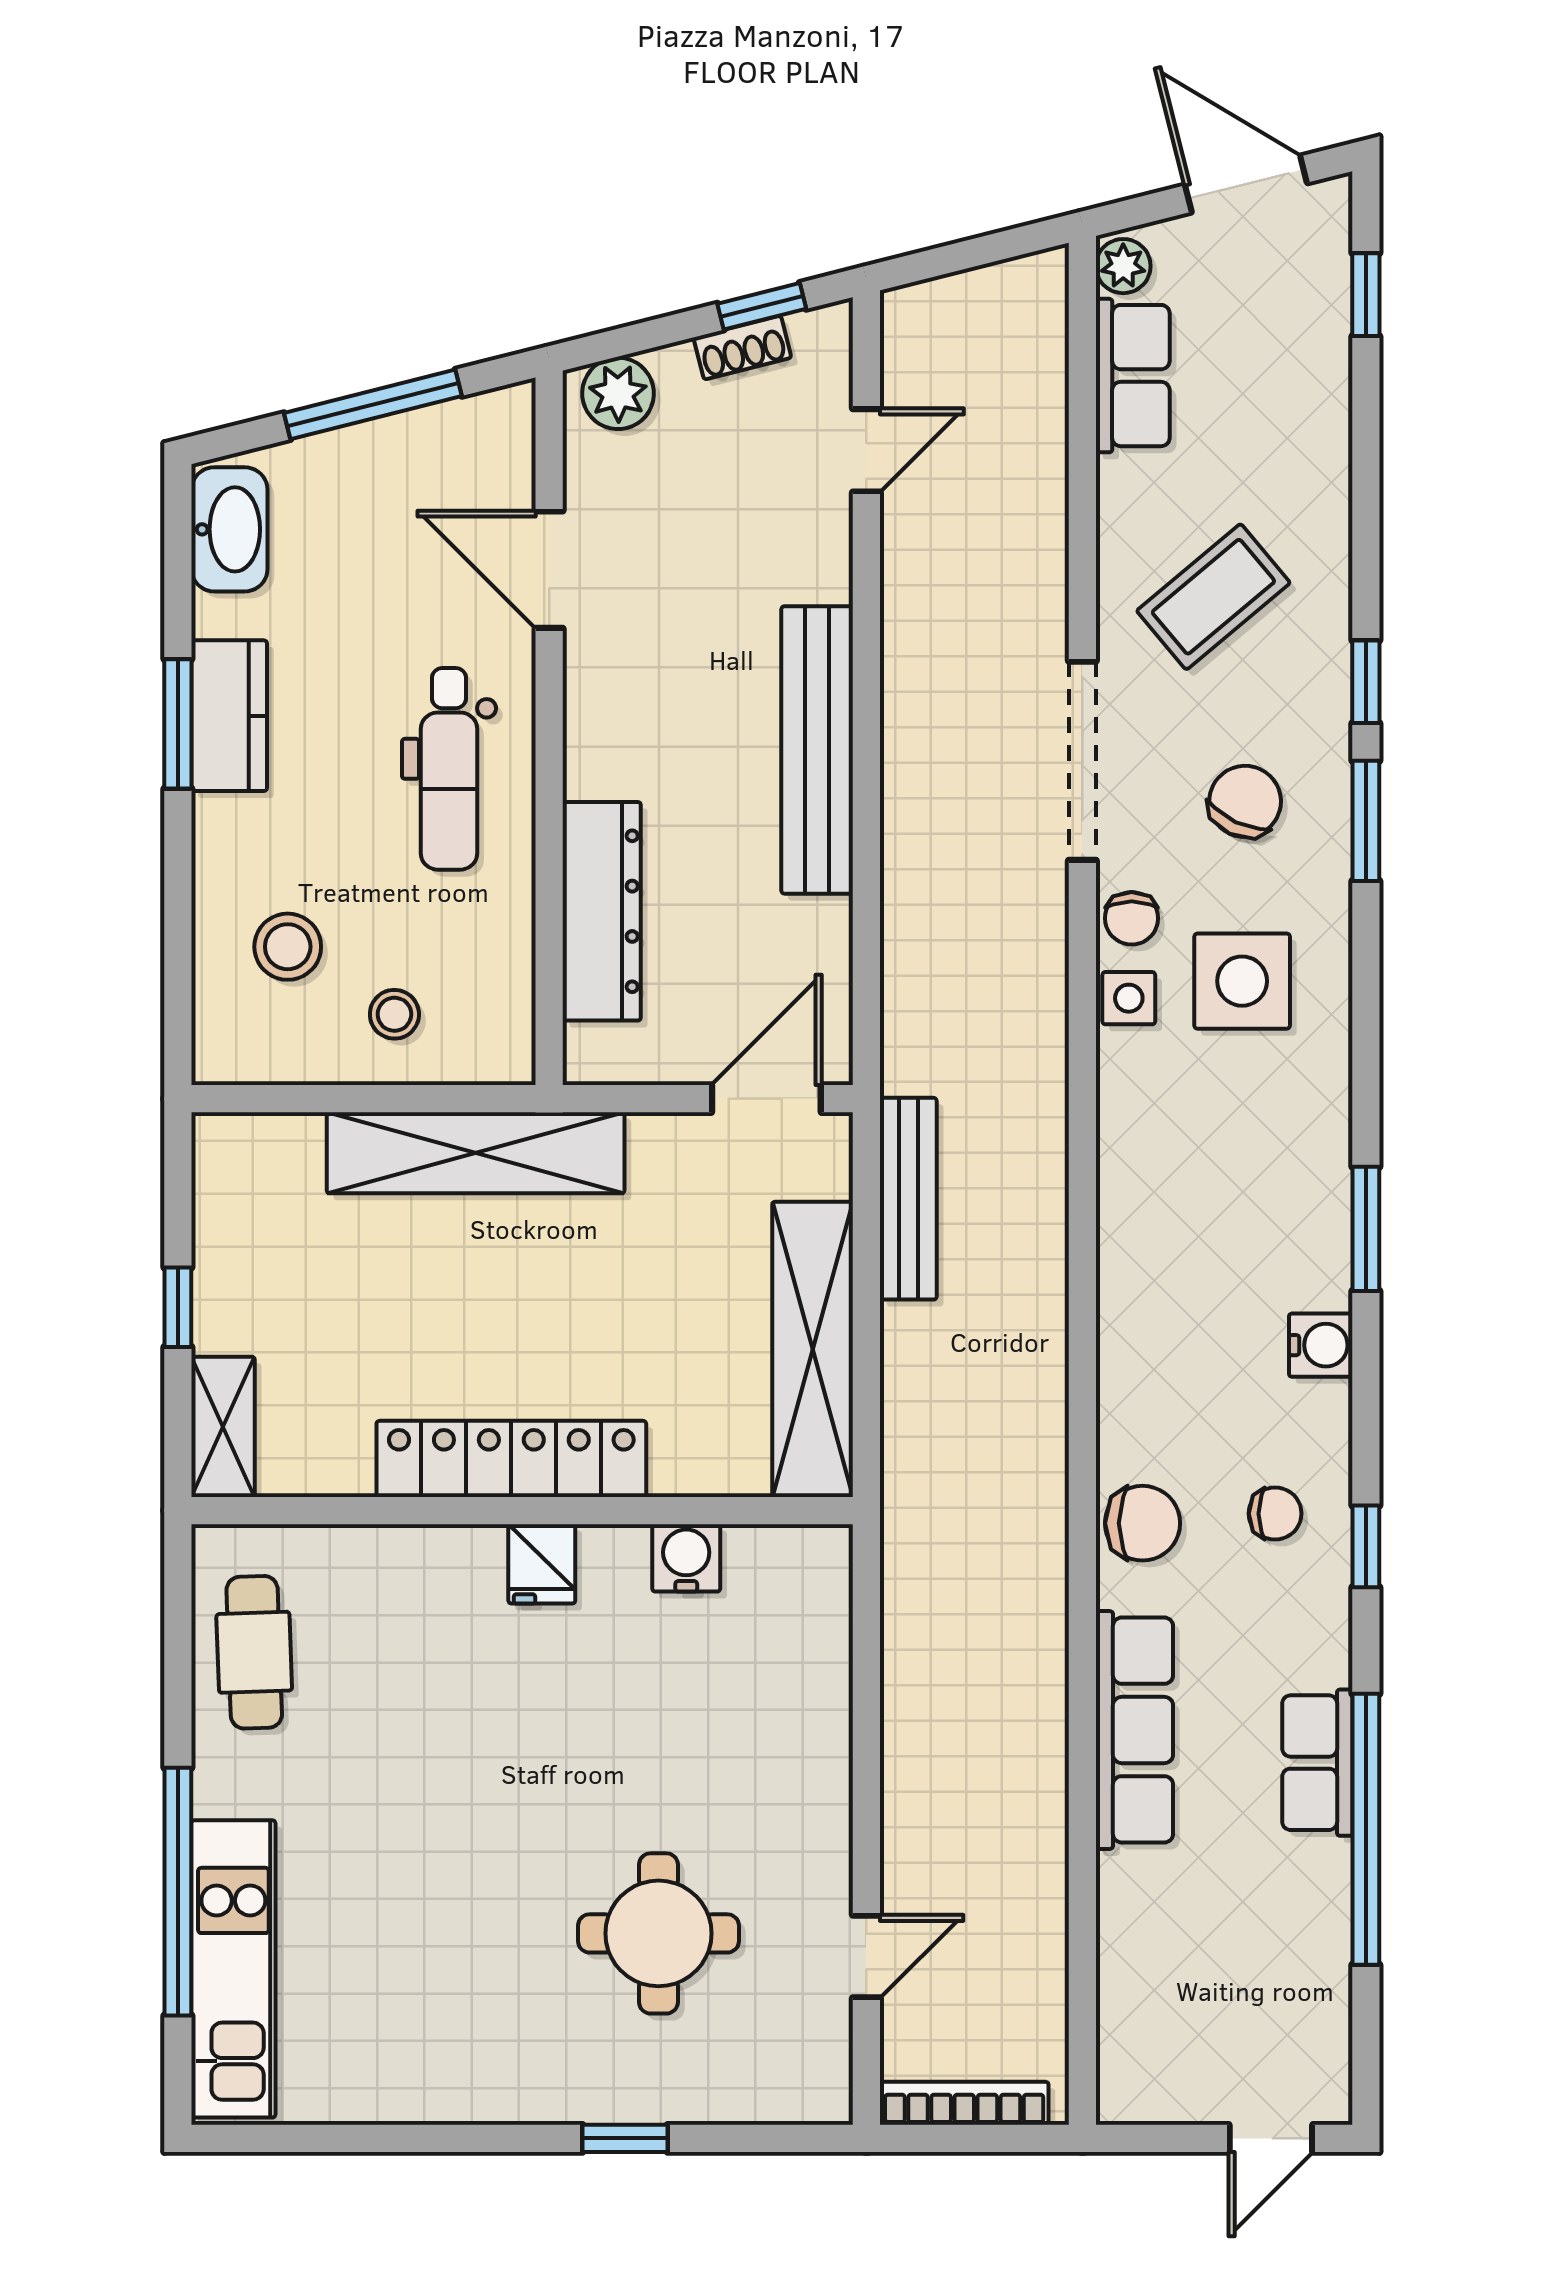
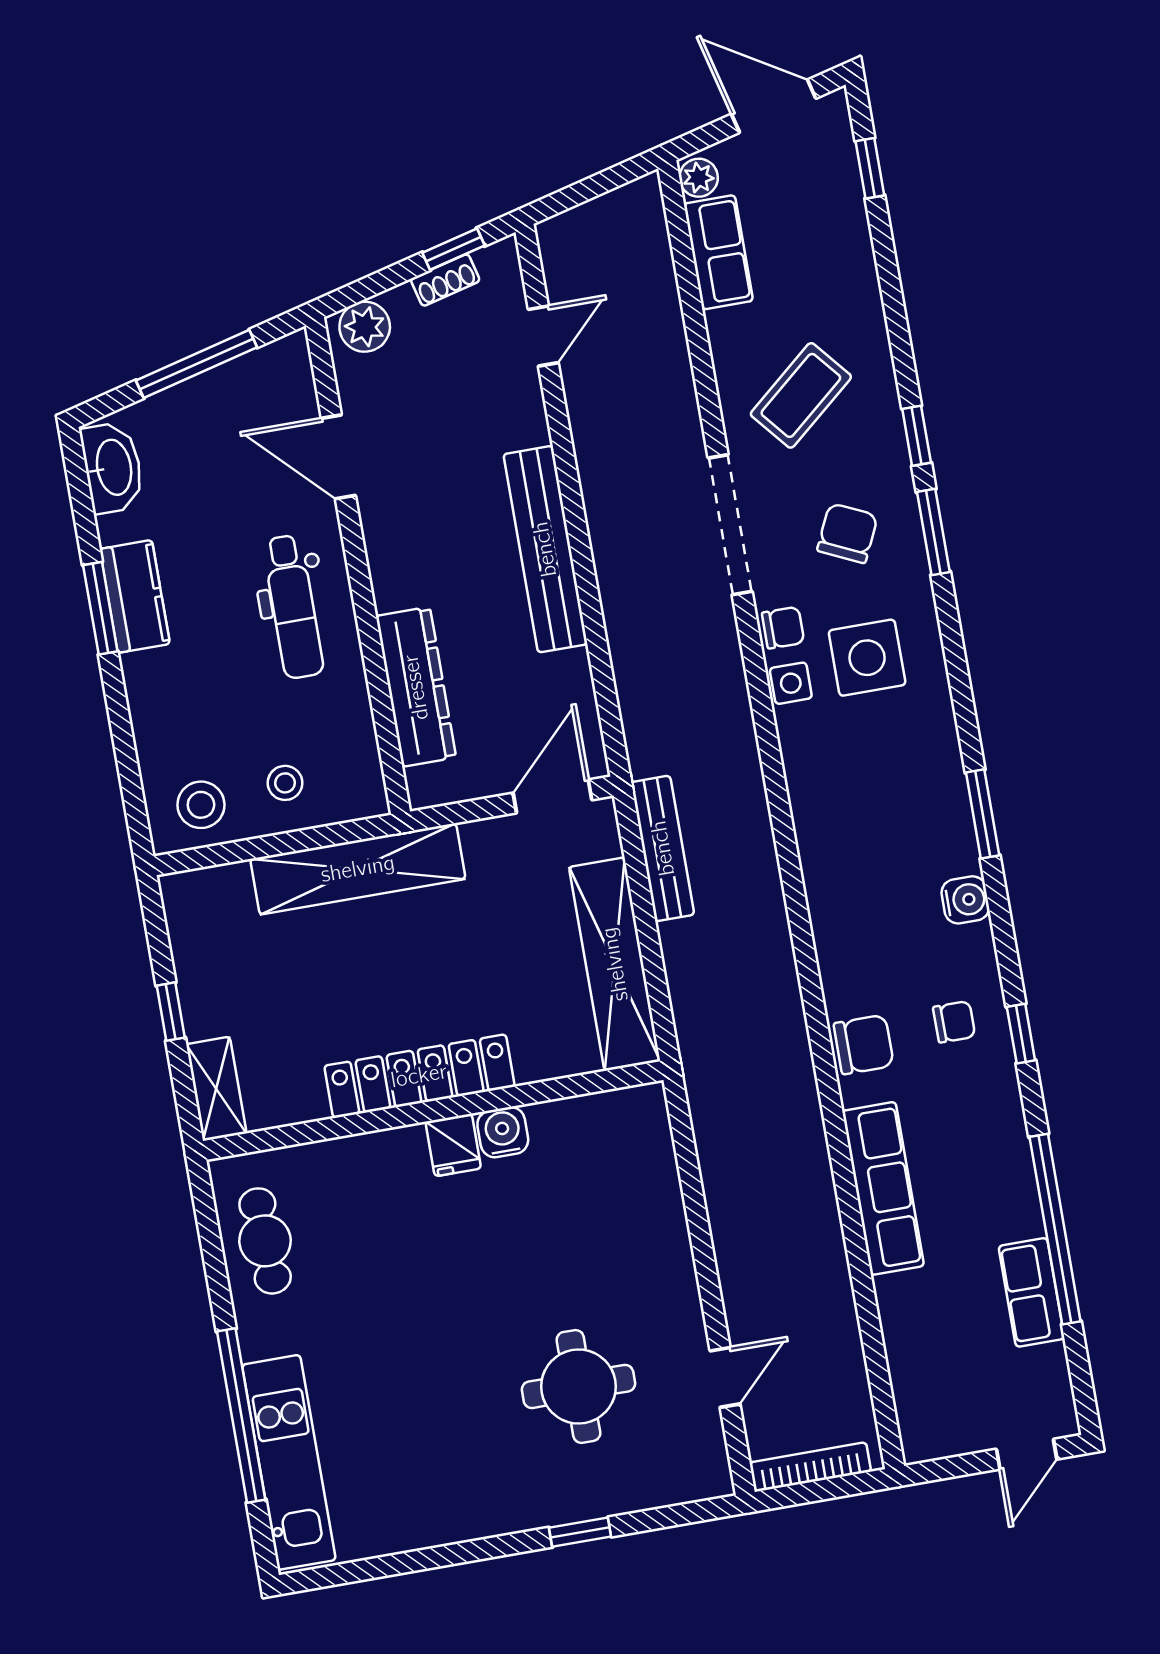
chair: (1132, 918) -> (783, 628), turned -90
stool: (288, 947) -> (201, 805), moved
water cooler: (686, 1558) -> (503, 1132), moved
row of seats: (1317, 1763) -> (1032, 1292), moved

